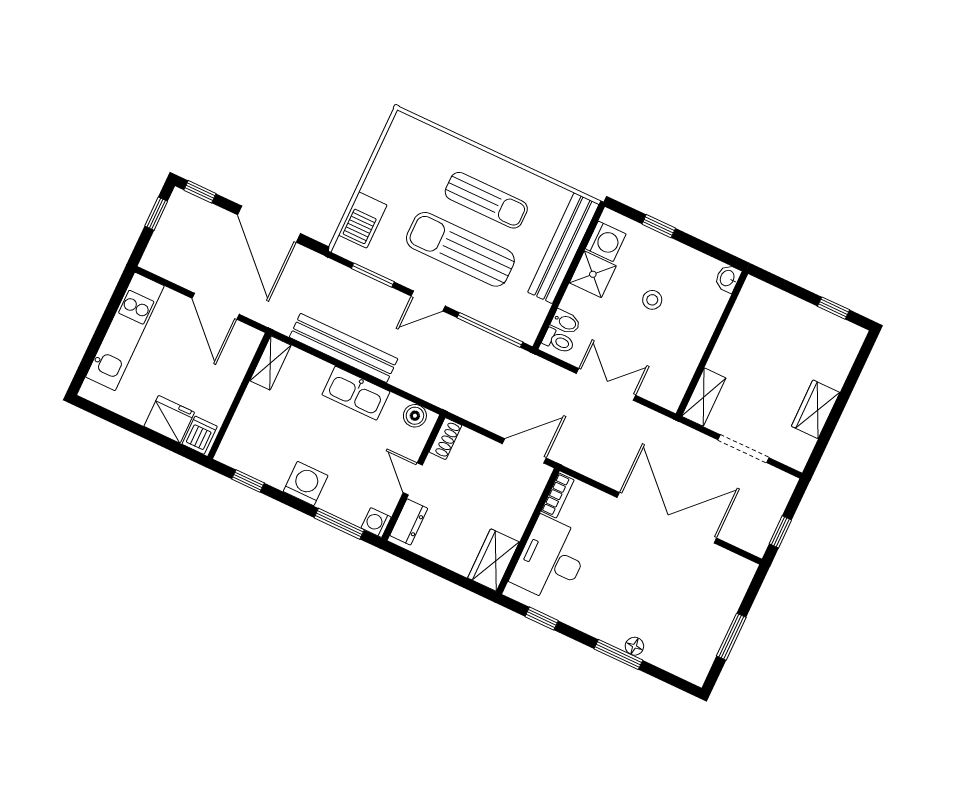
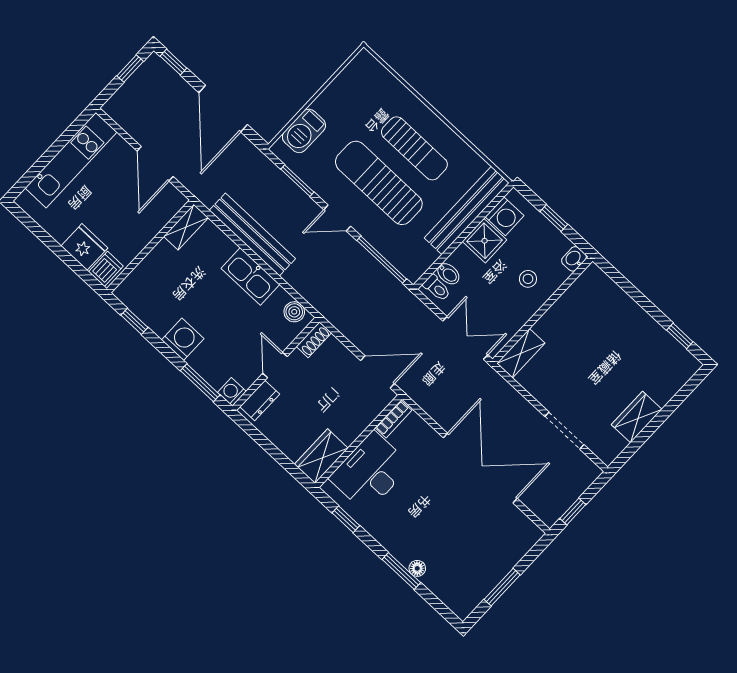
washbasin: (728, 278) -> (574, 259), moved
wall: (712, 344) -> (543, 310), moved
shelving: (704, 397) -> (521, 353), moved

